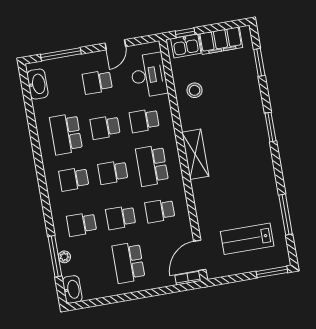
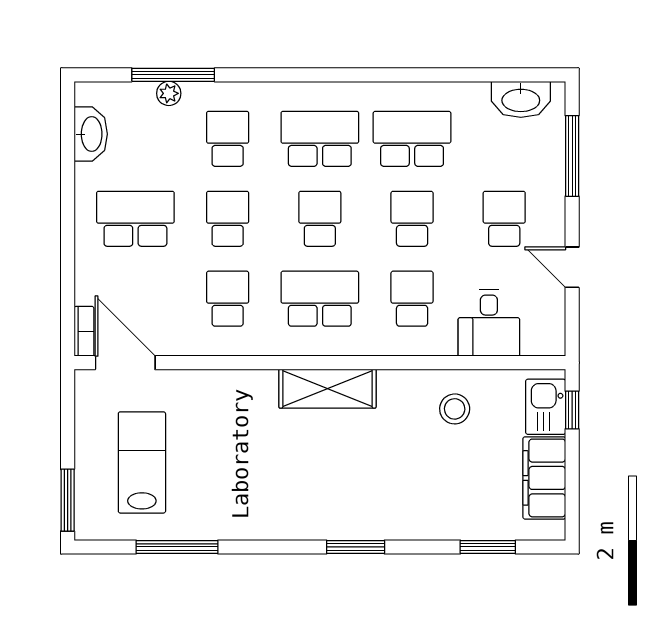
desk: (149, 75) -> (489, 323), width x0.73
school desk: (74, 179) -> (320, 139), width x1.85
washbasin: (72, 289) -> (91, 134), moved, turned -90

